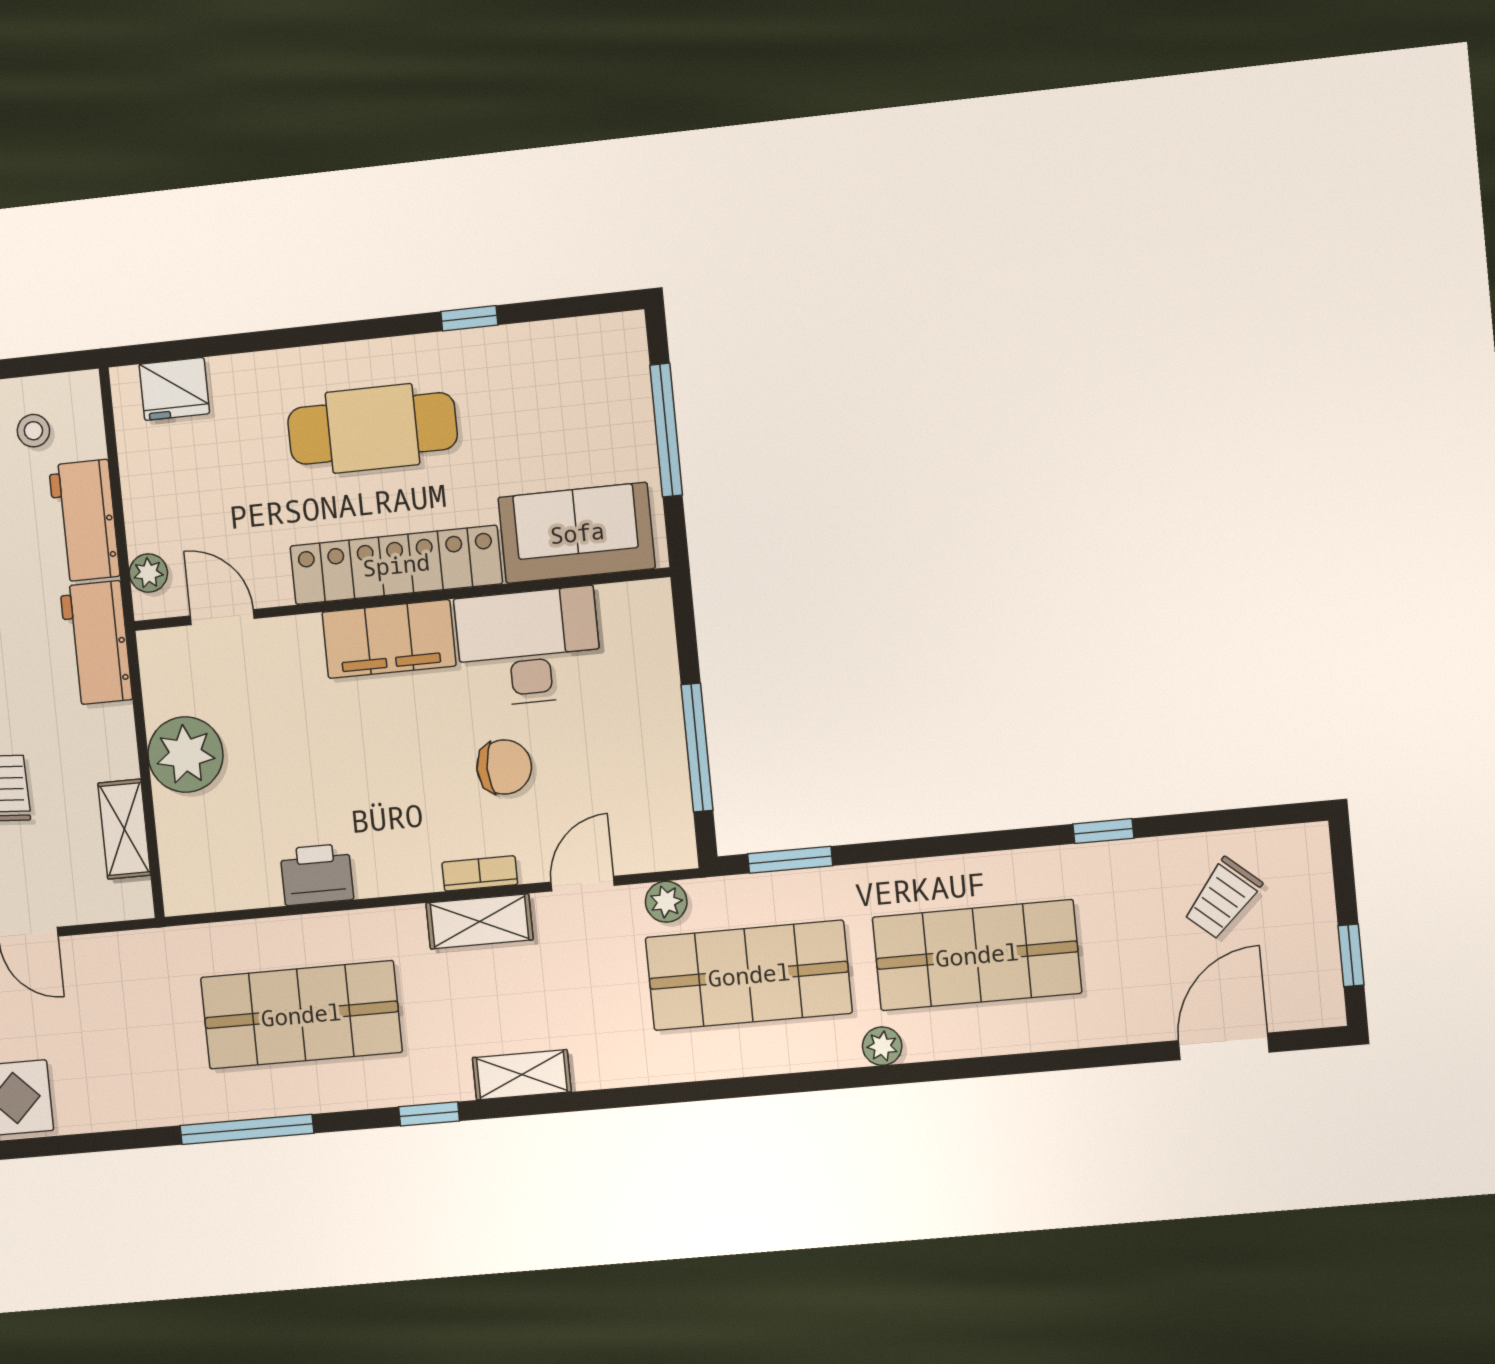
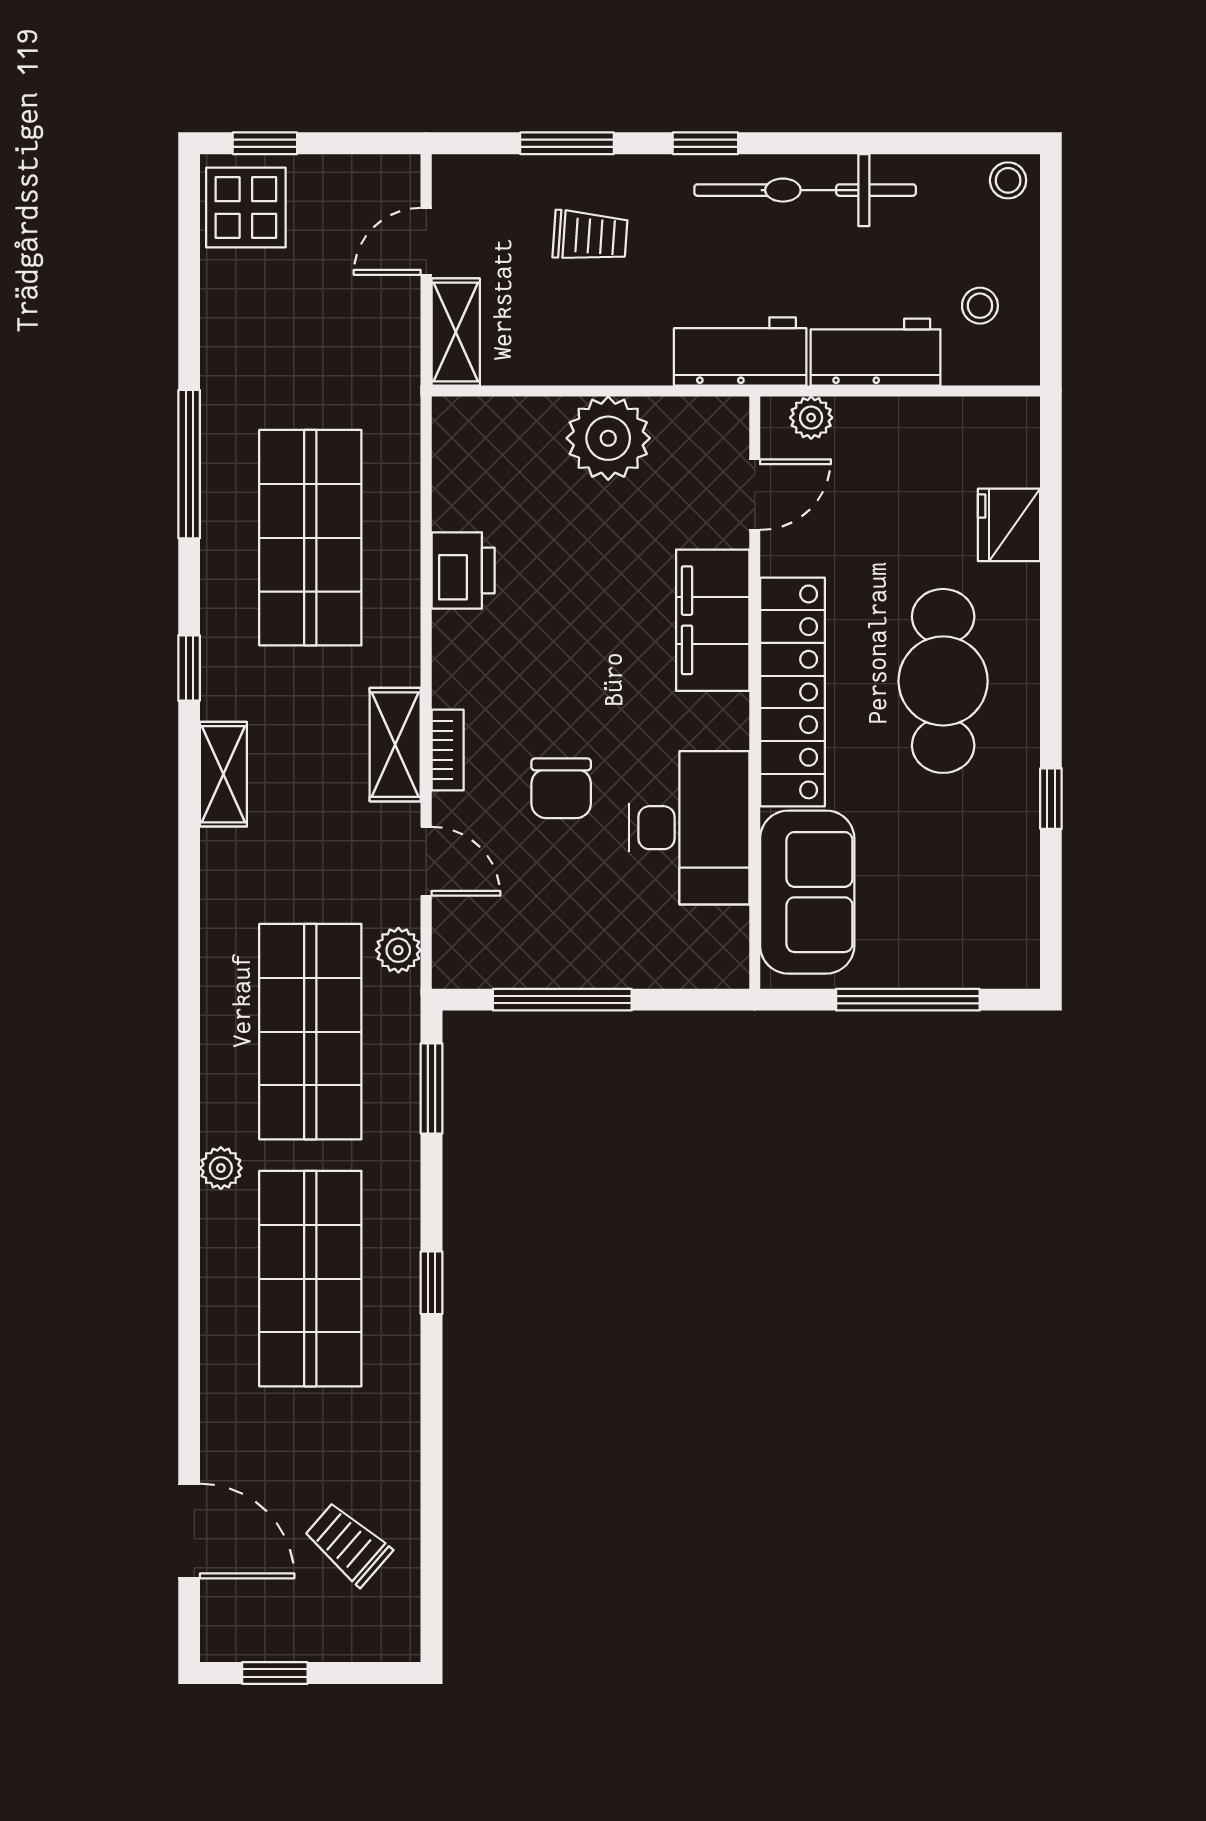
fridge: (174, 389) -> (1009, 525), moved
filing cabinet: (389, 639) -> (713, 620), moved
shelving: (124, 829) -> (456, 332), moved, turned 90
window: (1103, 831) -> (432, 1283), moved

